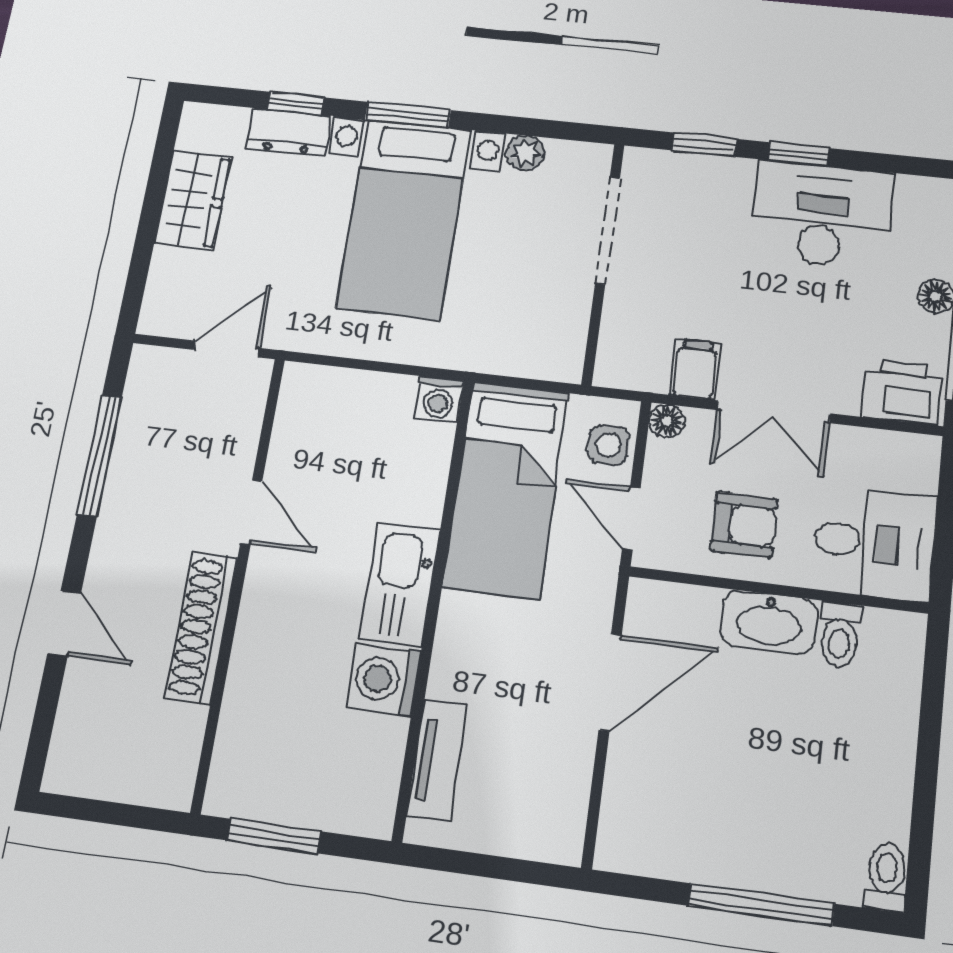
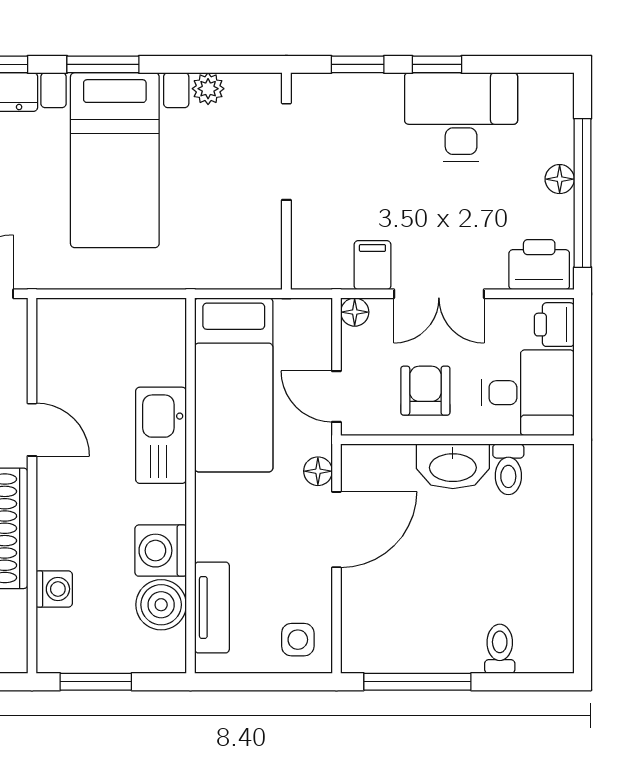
washing machine: (438, 399) -> (54, 589), moved, turned -90
side table: (608, 445) -> (298, 640), moved
printer: (915, 465) -> (554, 325), added
armchair: (744, 525) -> (425, 391), turned -90
kitchen sink: (400, 584) -> (161, 435), moved
floor lamp: (596, 606) -> (318, 471), added
boiler: (374, 748) -> (161, 605), added
toilet: (886, 877) -> (500, 649), moved
window: (761, 905) -> (417, 682), moved

